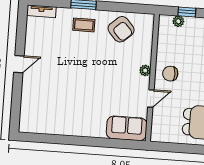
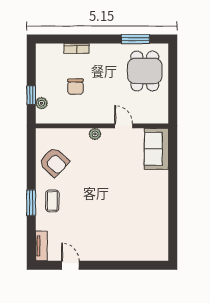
armchair: (121, 29) -> (54, 162), turned 85
door: (19, 64) -> (70, 265), moved
chair: (170, 74) -> (75, 87), moved

